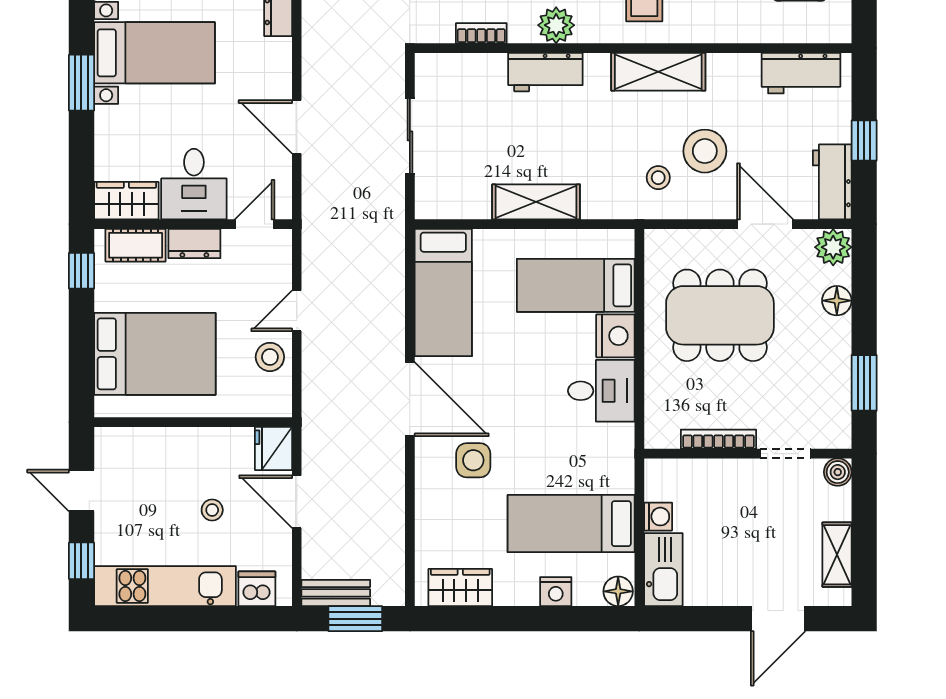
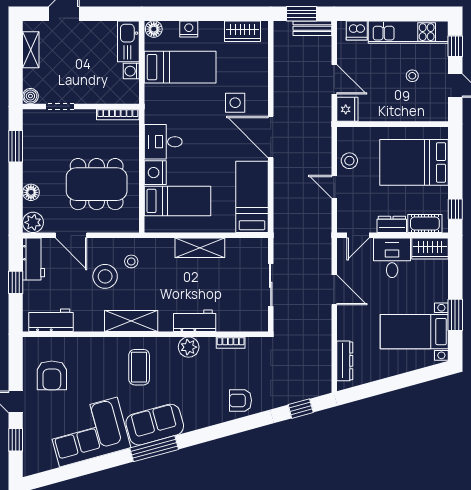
door: (297, 311) -> (334, 187), swing flipped
bookcase: (719, 439) -> (118, 115), moved
stool: (212, 510) -> (412, 76), moved

